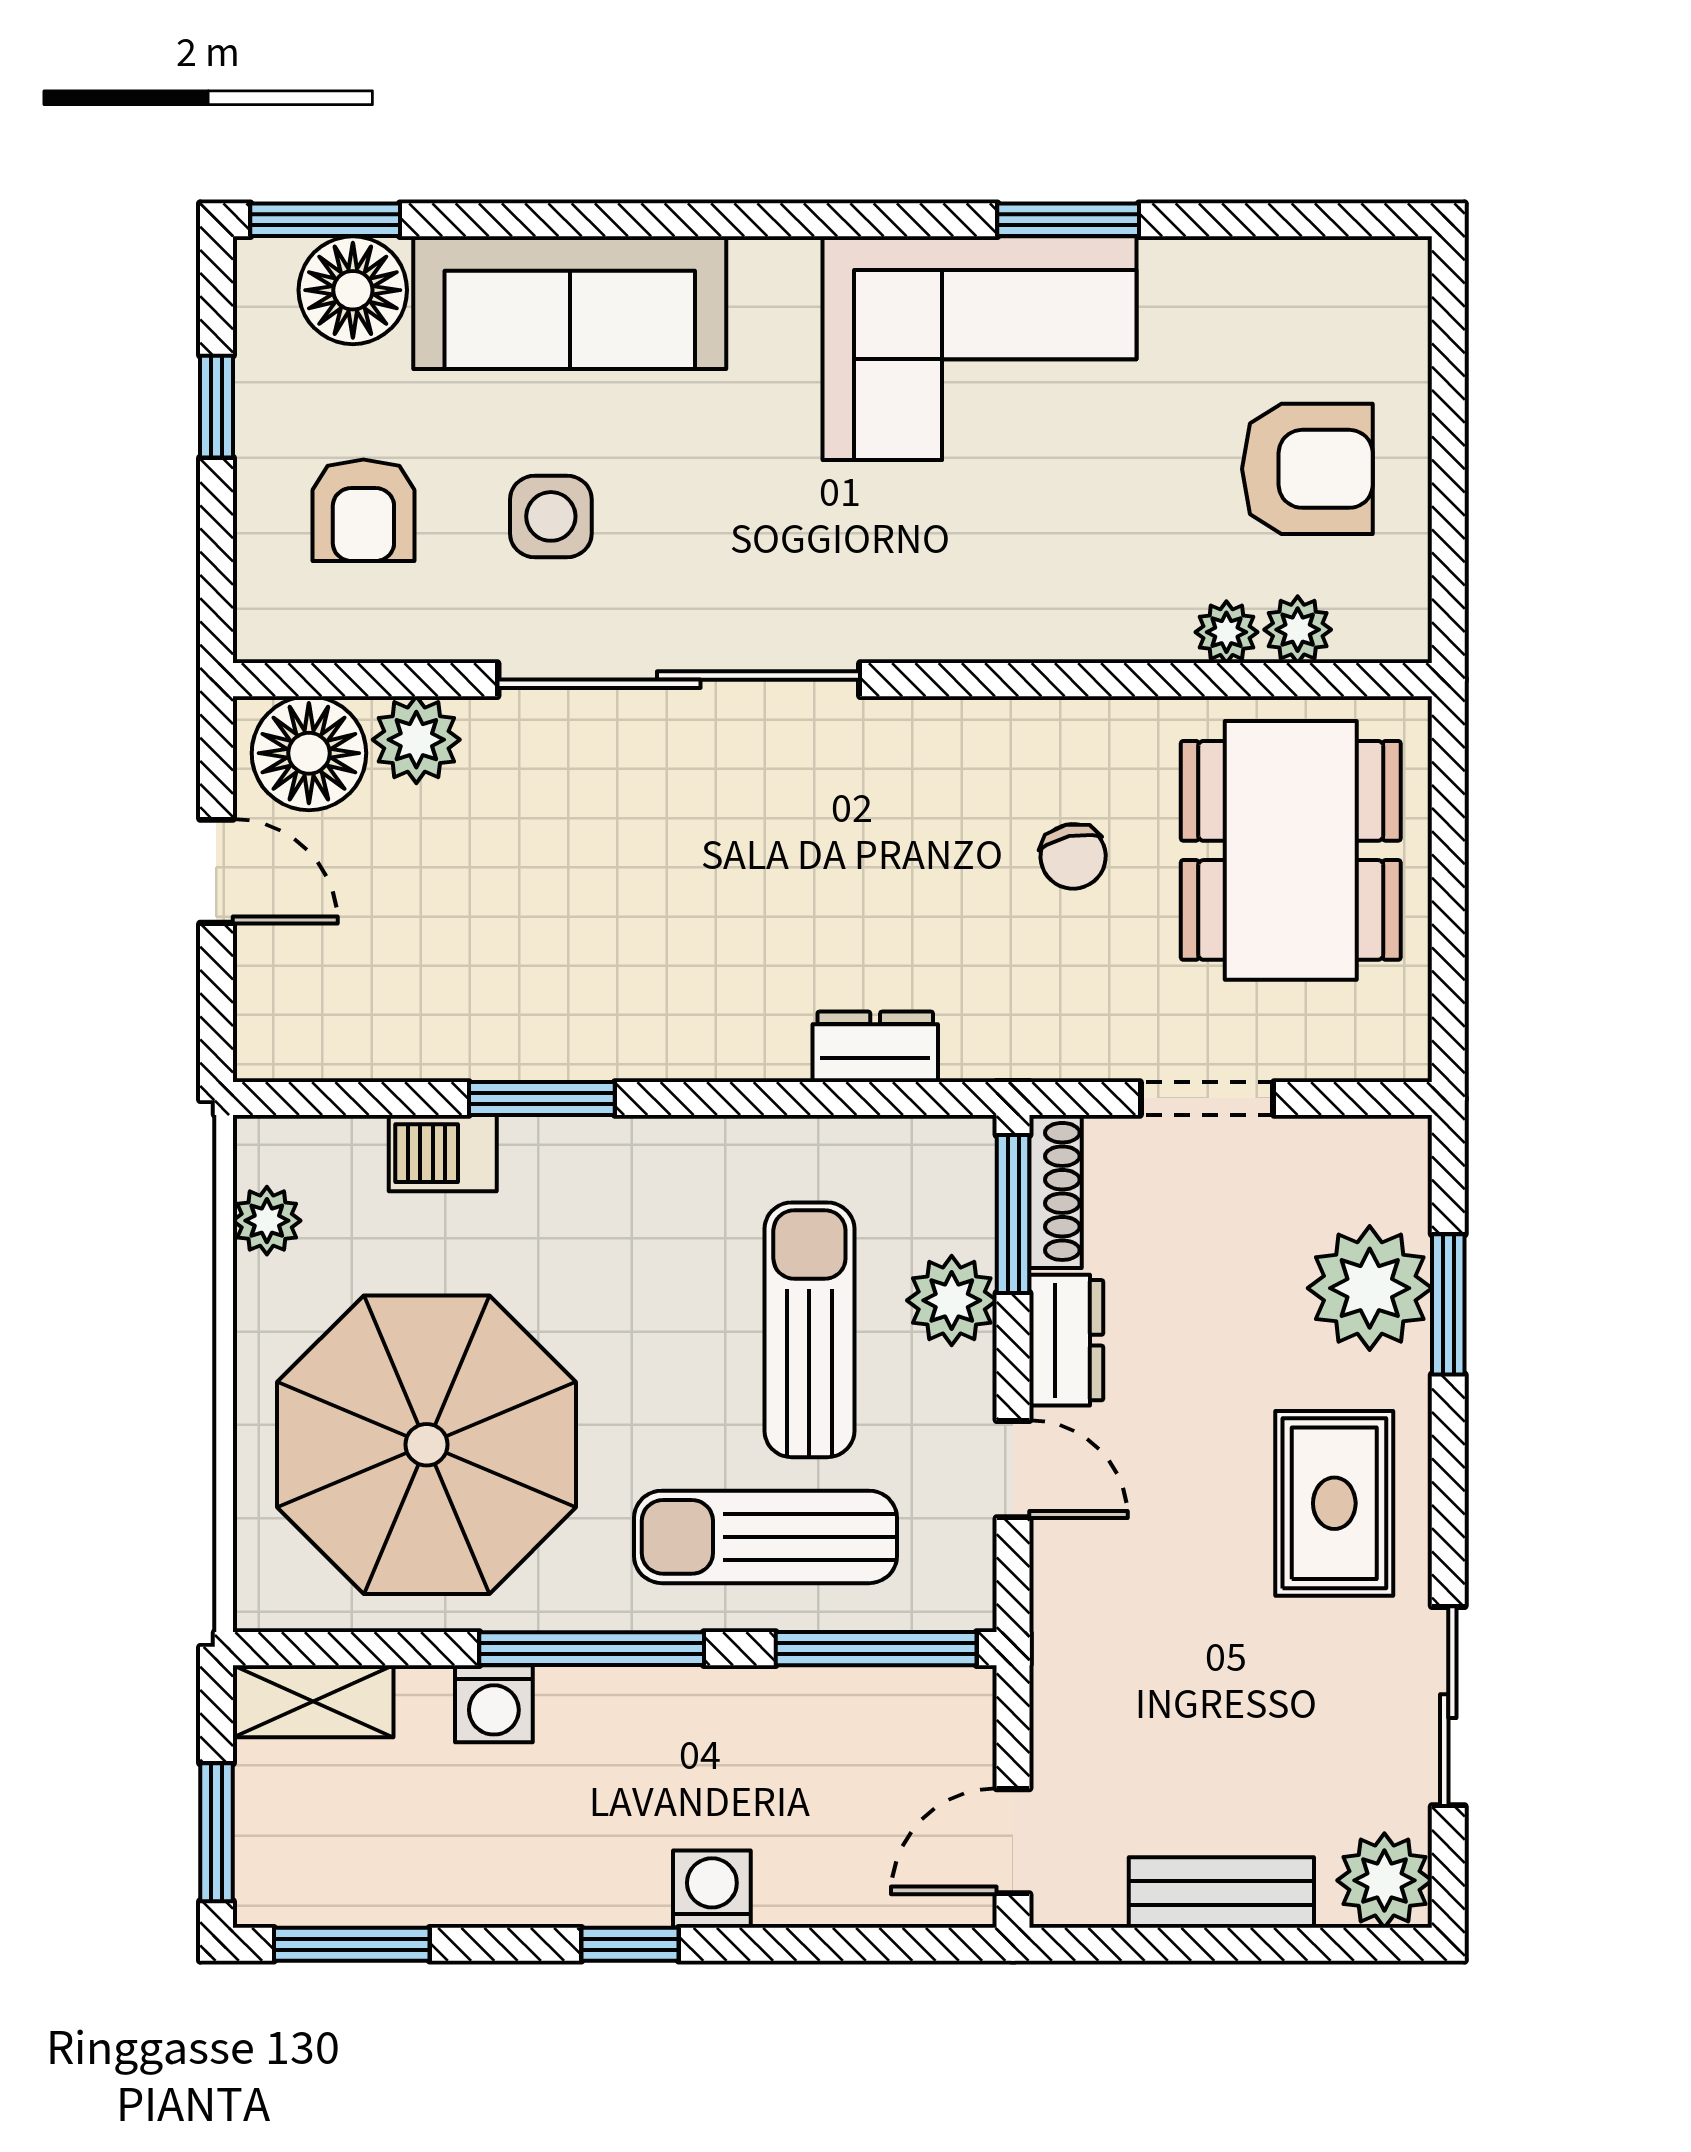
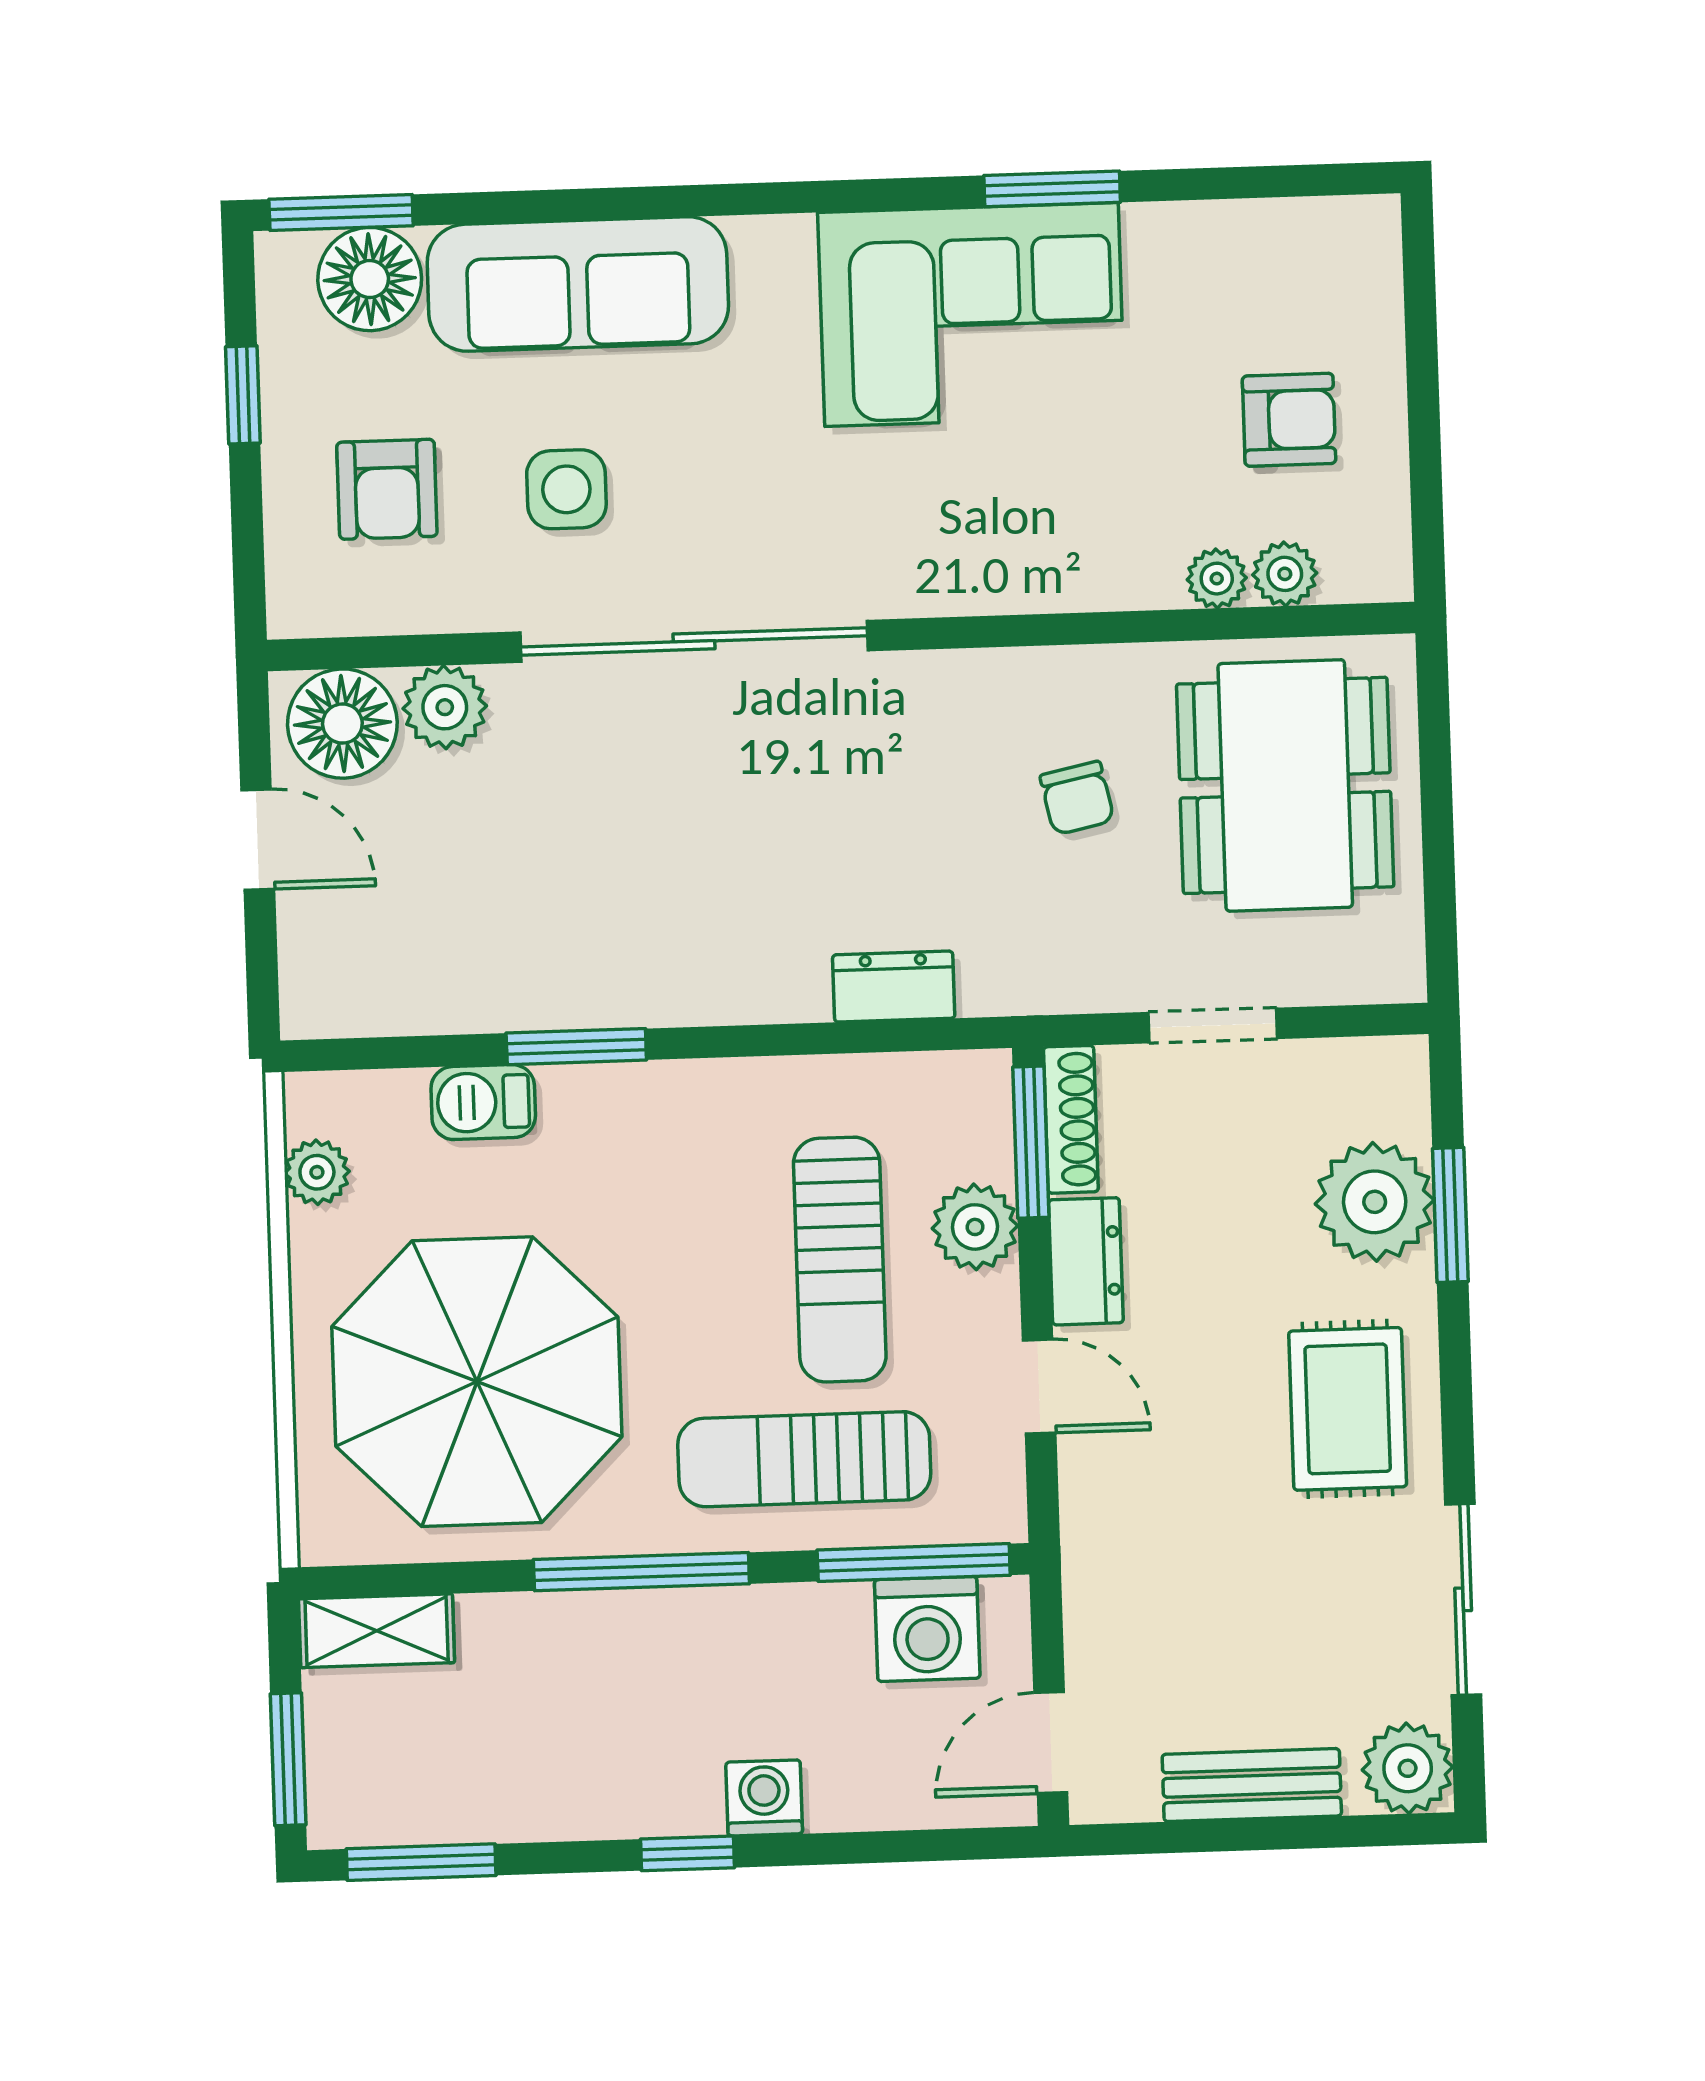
armchair: (1307, 469) -> (1289, 420), width x0.72, depth x0.72
sun lounger: (809, 1330) -> (840, 1260), turned 180
washing machine: (494, 1704) -> (927, 1629), moved, width x1.38, depth x1.38

